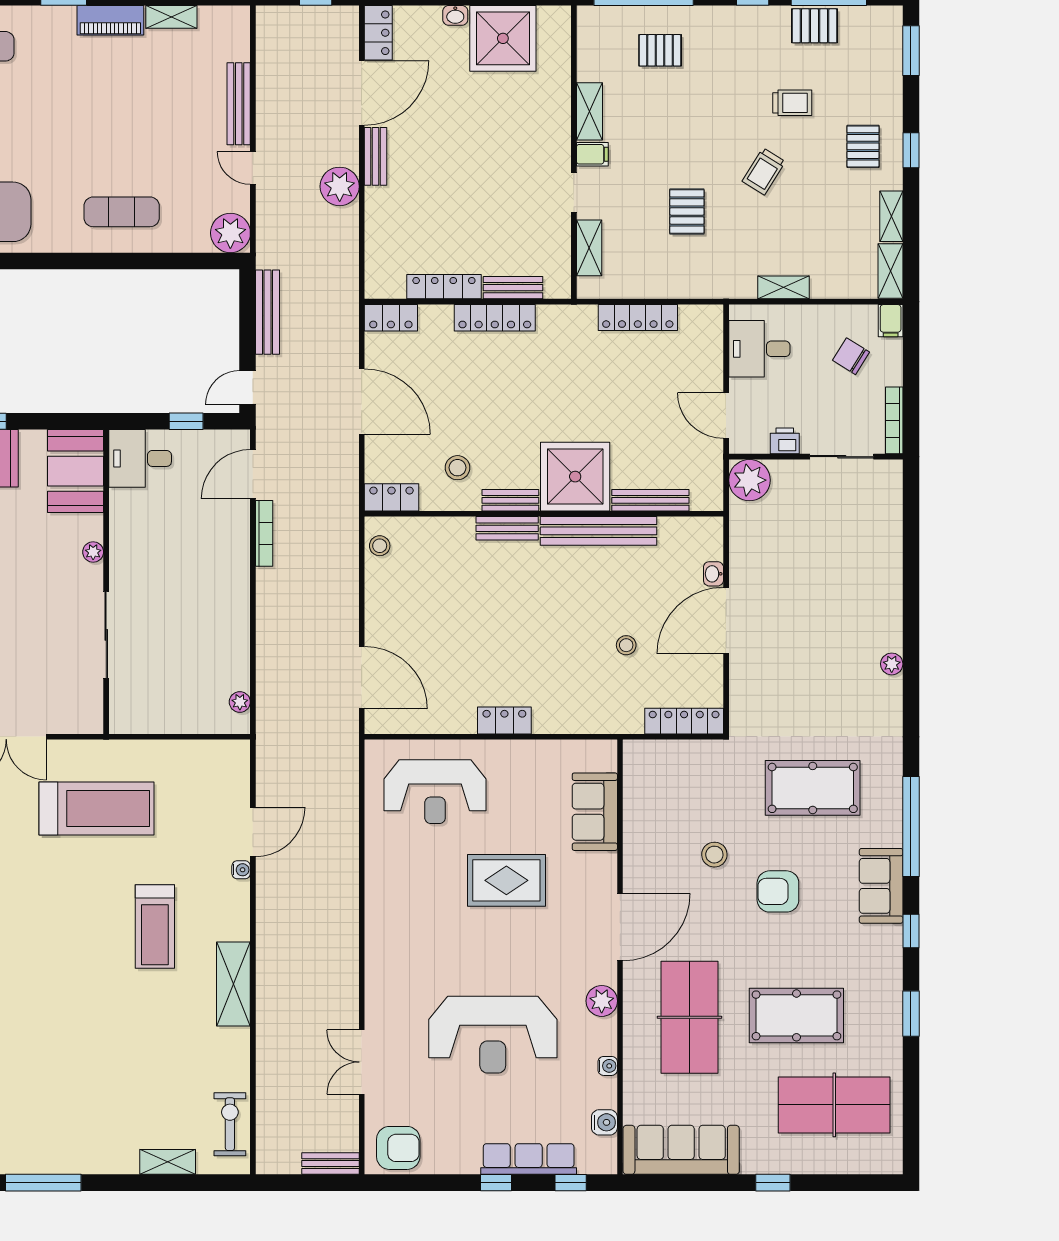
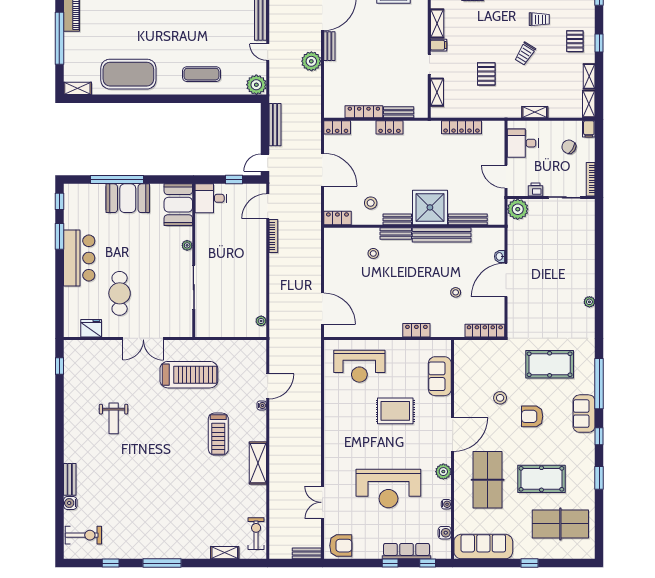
locker: (495, 318) -> (389, 127), width x0.66
stool: (380, 546) -> (373, 253), moved
locker: (504, 720) -> (416, 330), moved

